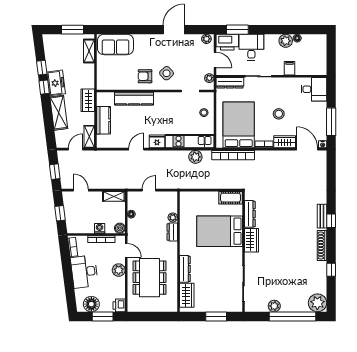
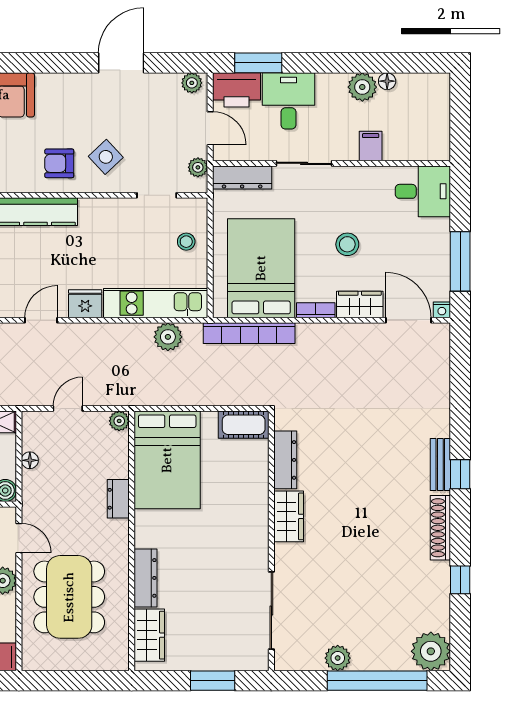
plant: (173, 217) -> (119, 421), moved
bed: (220, 231) -> (167, 460), moved, turned -90

